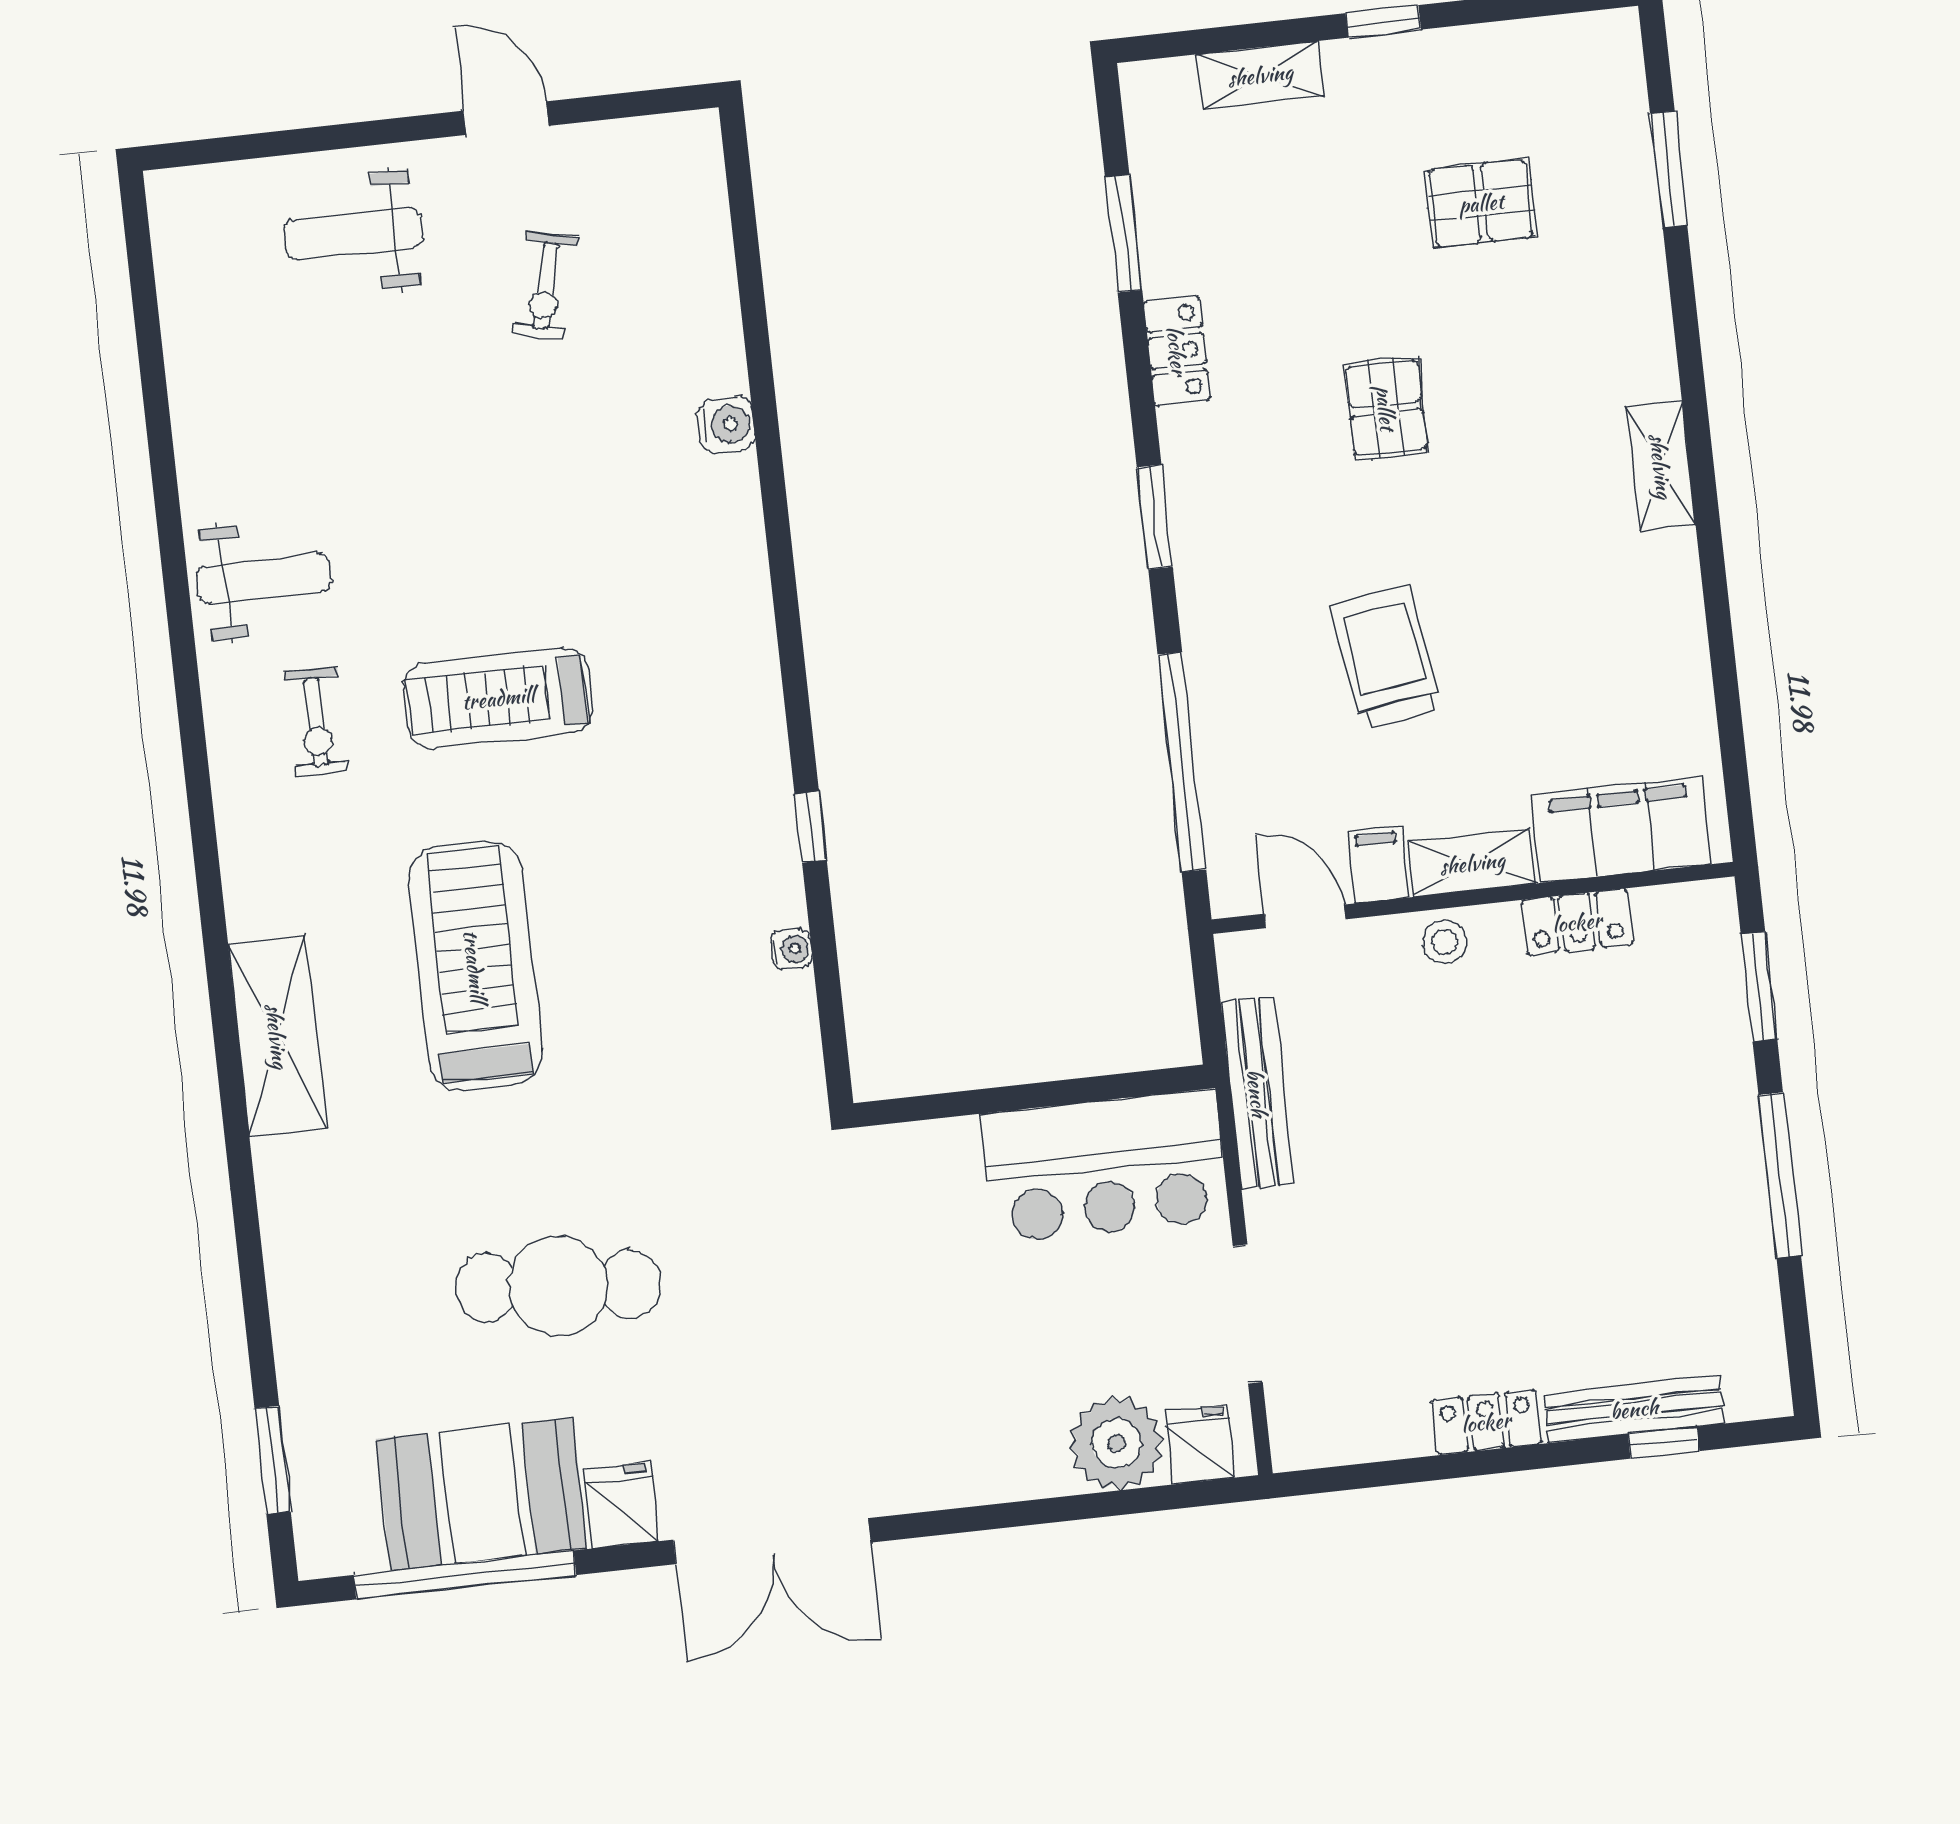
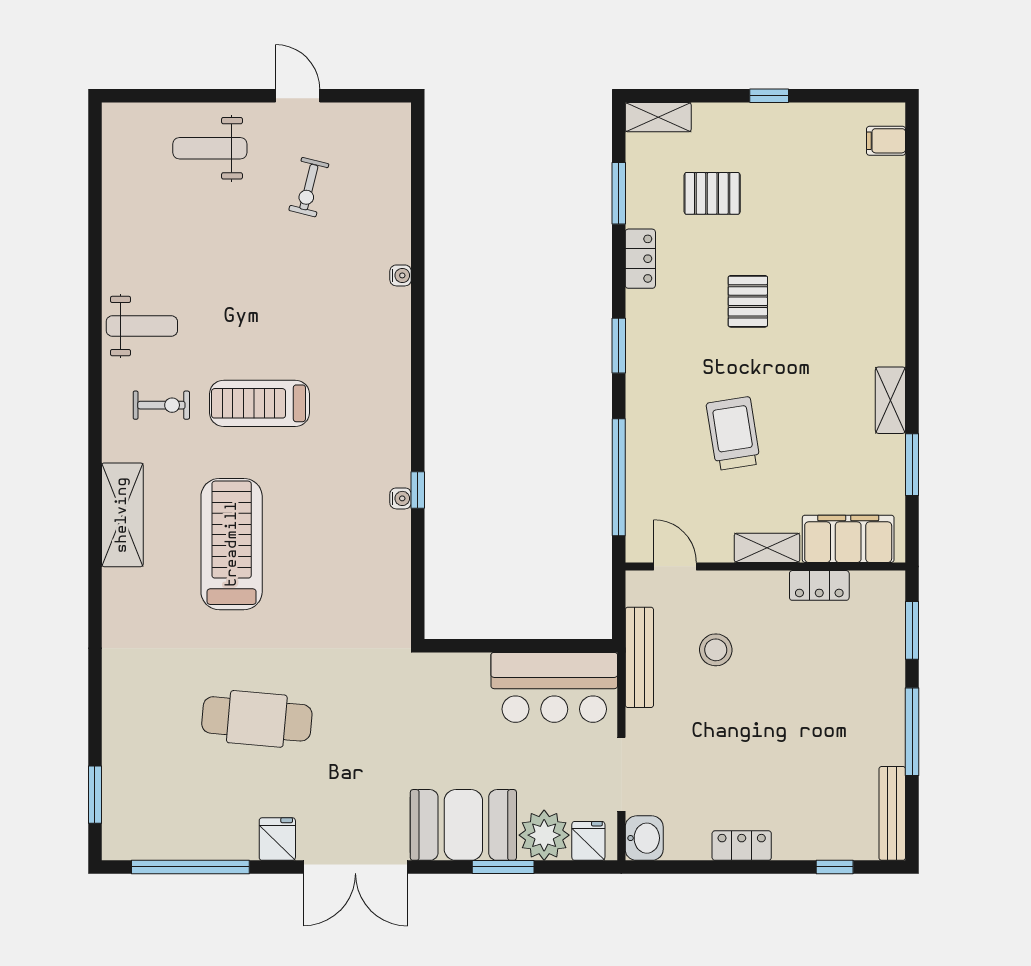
shelving: (1260, 75) -> (658, 117), moved
window: (1669, 169) -> (912, 465), moved
pallet: (1481, 203) -> (712, 193), moved
water cooler: (726, 425) -> (401, 275), width x0.72, depth x0.72
shelving: (1661, 466) -> (890, 400), moved
exercise bike: (316, 722) -> (161, 405), turned -90
filing cabinet: (1378, 864) -> (886, 141), moved, turned -90
stool: (1445, 942) -> (716, 650), moved, width x1.37, depth x1.37
water cooler: (792, 949) -> (401, 498), moved
shelving: (277, 1036) -> (122, 515), moved
bench: (1634, 1409) -> (892, 813), moved, turned 90
washbasin: (1303, 1428) -> (644, 838), added
booth: (481, 1494) -> (463, 825), moved
window: (1047, 1511) -> (503, 867), added

